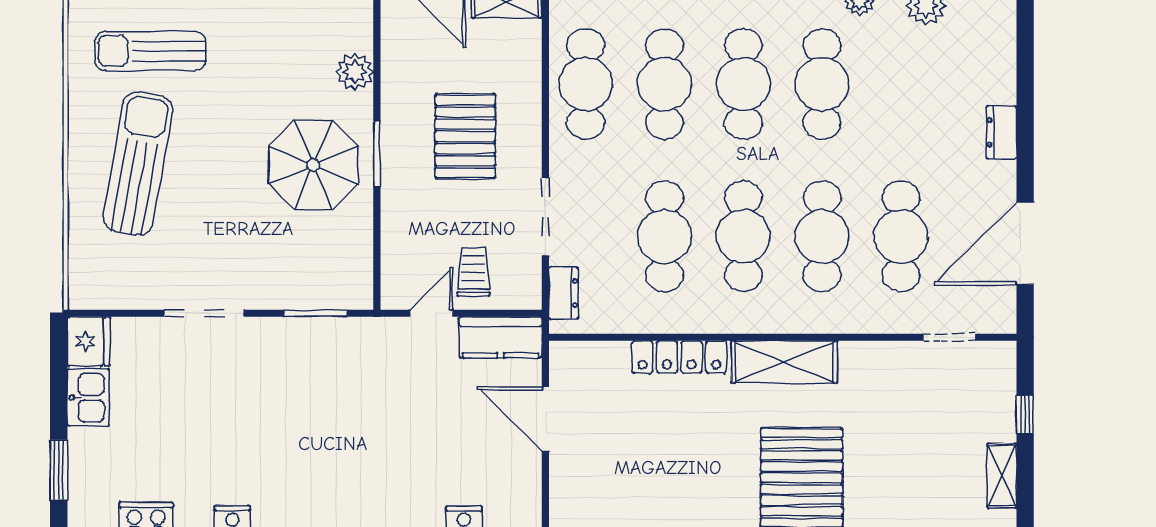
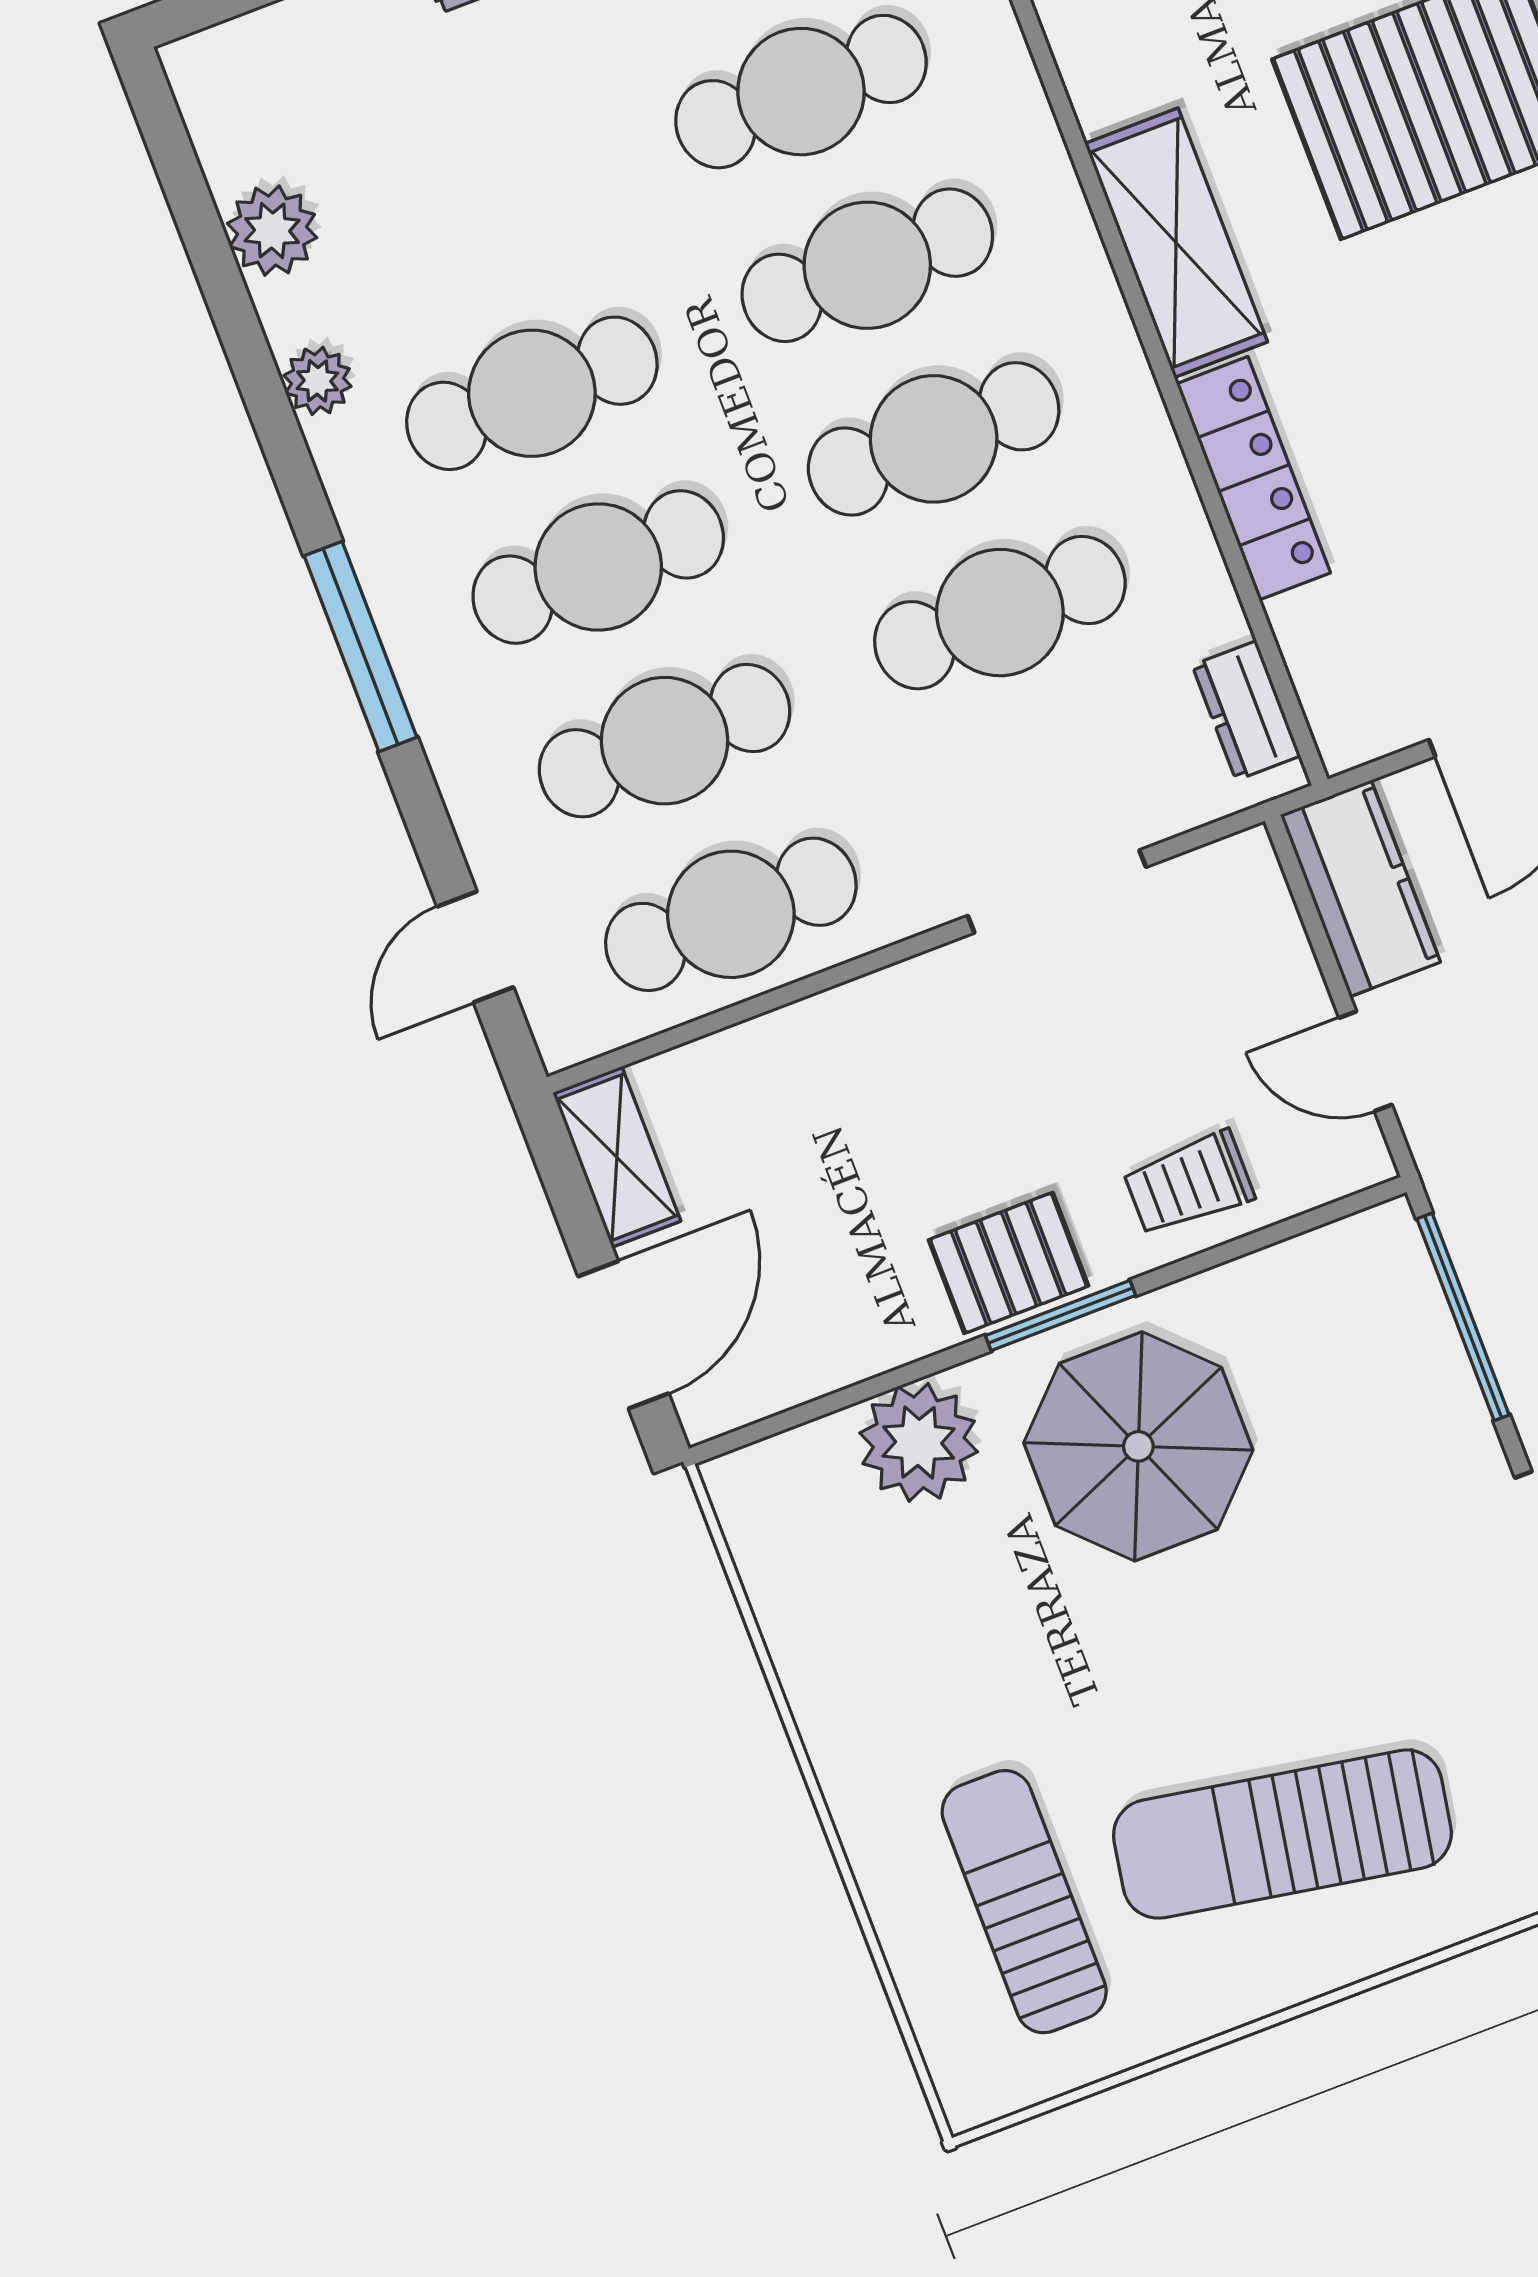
sun lounger: (150, 51) -> (1024, 1902), turned 180
plant: (355, 72) -> (919, 1442), width x1.36, depth x1.36
pallet: (465, 136) -> (1008, 1263), moved, width x0.67, depth x0.71
trolley: (473, 272) -> (1189, 1184), moved
dresser: (564, 293) -> (1246, 711), moved, turned -90
window: (315, 313) -> (1463, 1317), width x1.44

